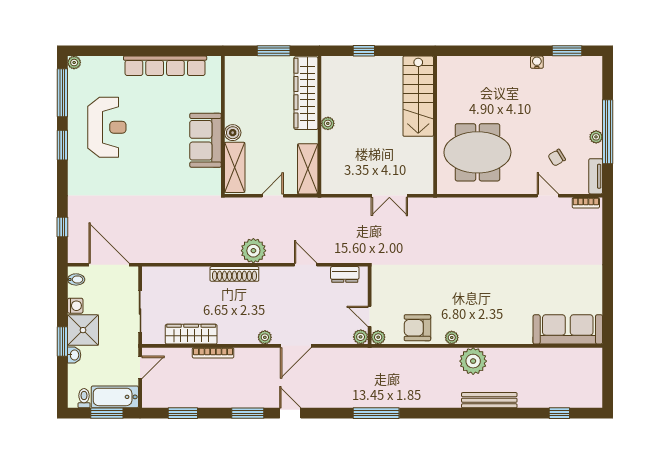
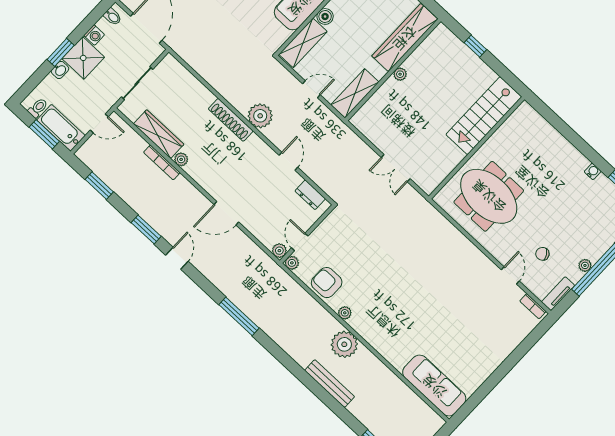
plant: (265, 337) -> (181, 159), moved

